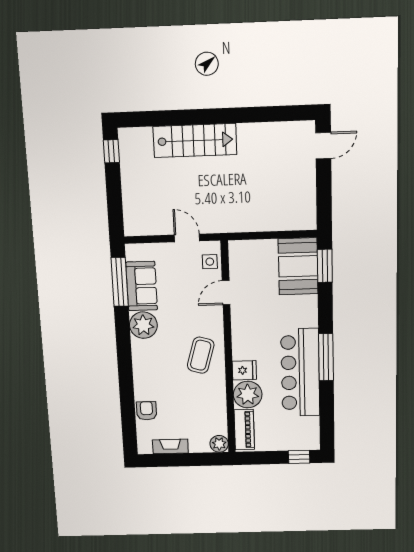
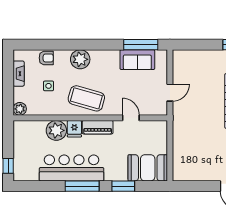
side table: (210, 262) -> (49, 86), moved
window: (325, 266) -> (123, 186), moved
plant: (143, 325) -> (80, 59), moved
coffee table: (201, 355) -> (86, 98), width x1.36, depth x1.32
piano: (244, 430) -> (98, 127), moved

